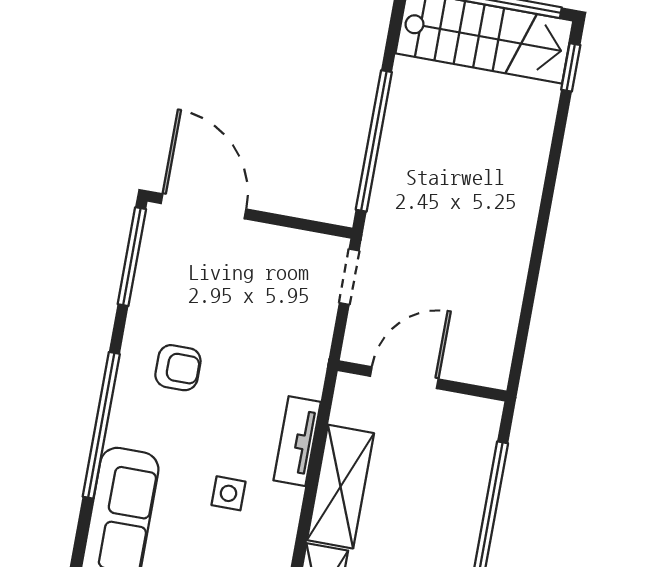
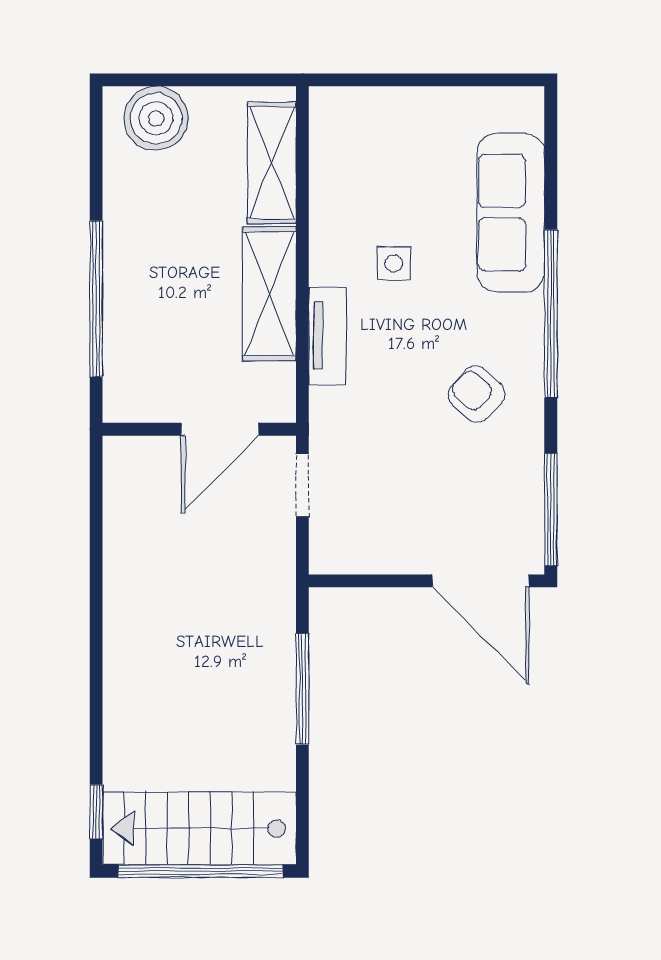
window: (374, 141) -> (302, 689), width x0.68
doorway: (349, 277) -> (302, 485), moved
armchair: (178, 368) -> (476, 394), turned 42

